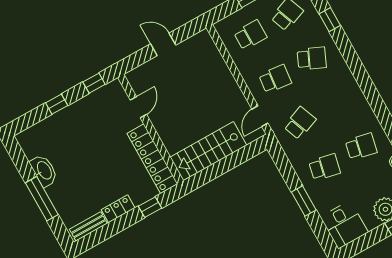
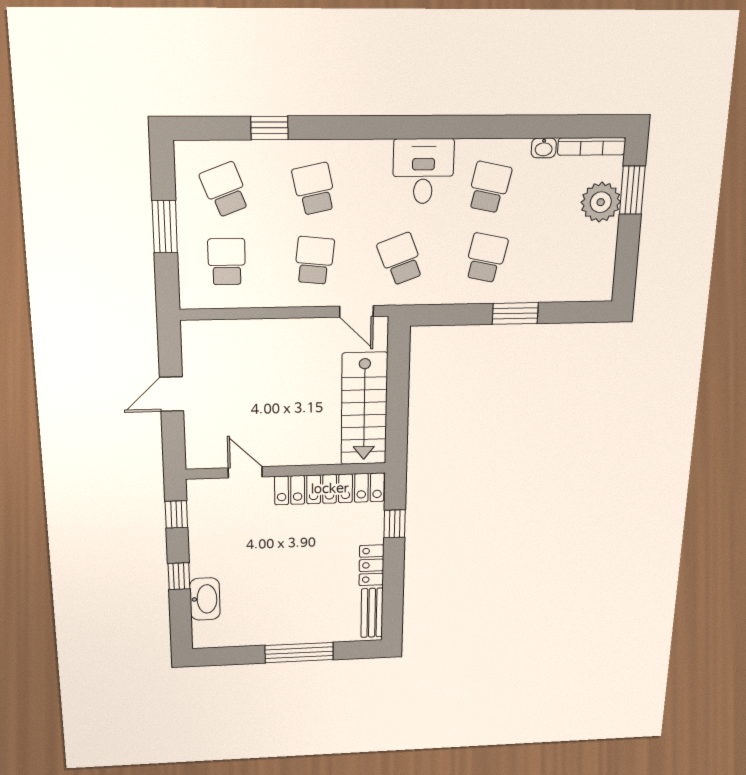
school desk: (312, 58) -> (314, 189), turned -36
washbasin: (44, 171) -> (205, 599), moved, turned 90
desk: (344, 225) -> (423, 171), moved, turned -90

